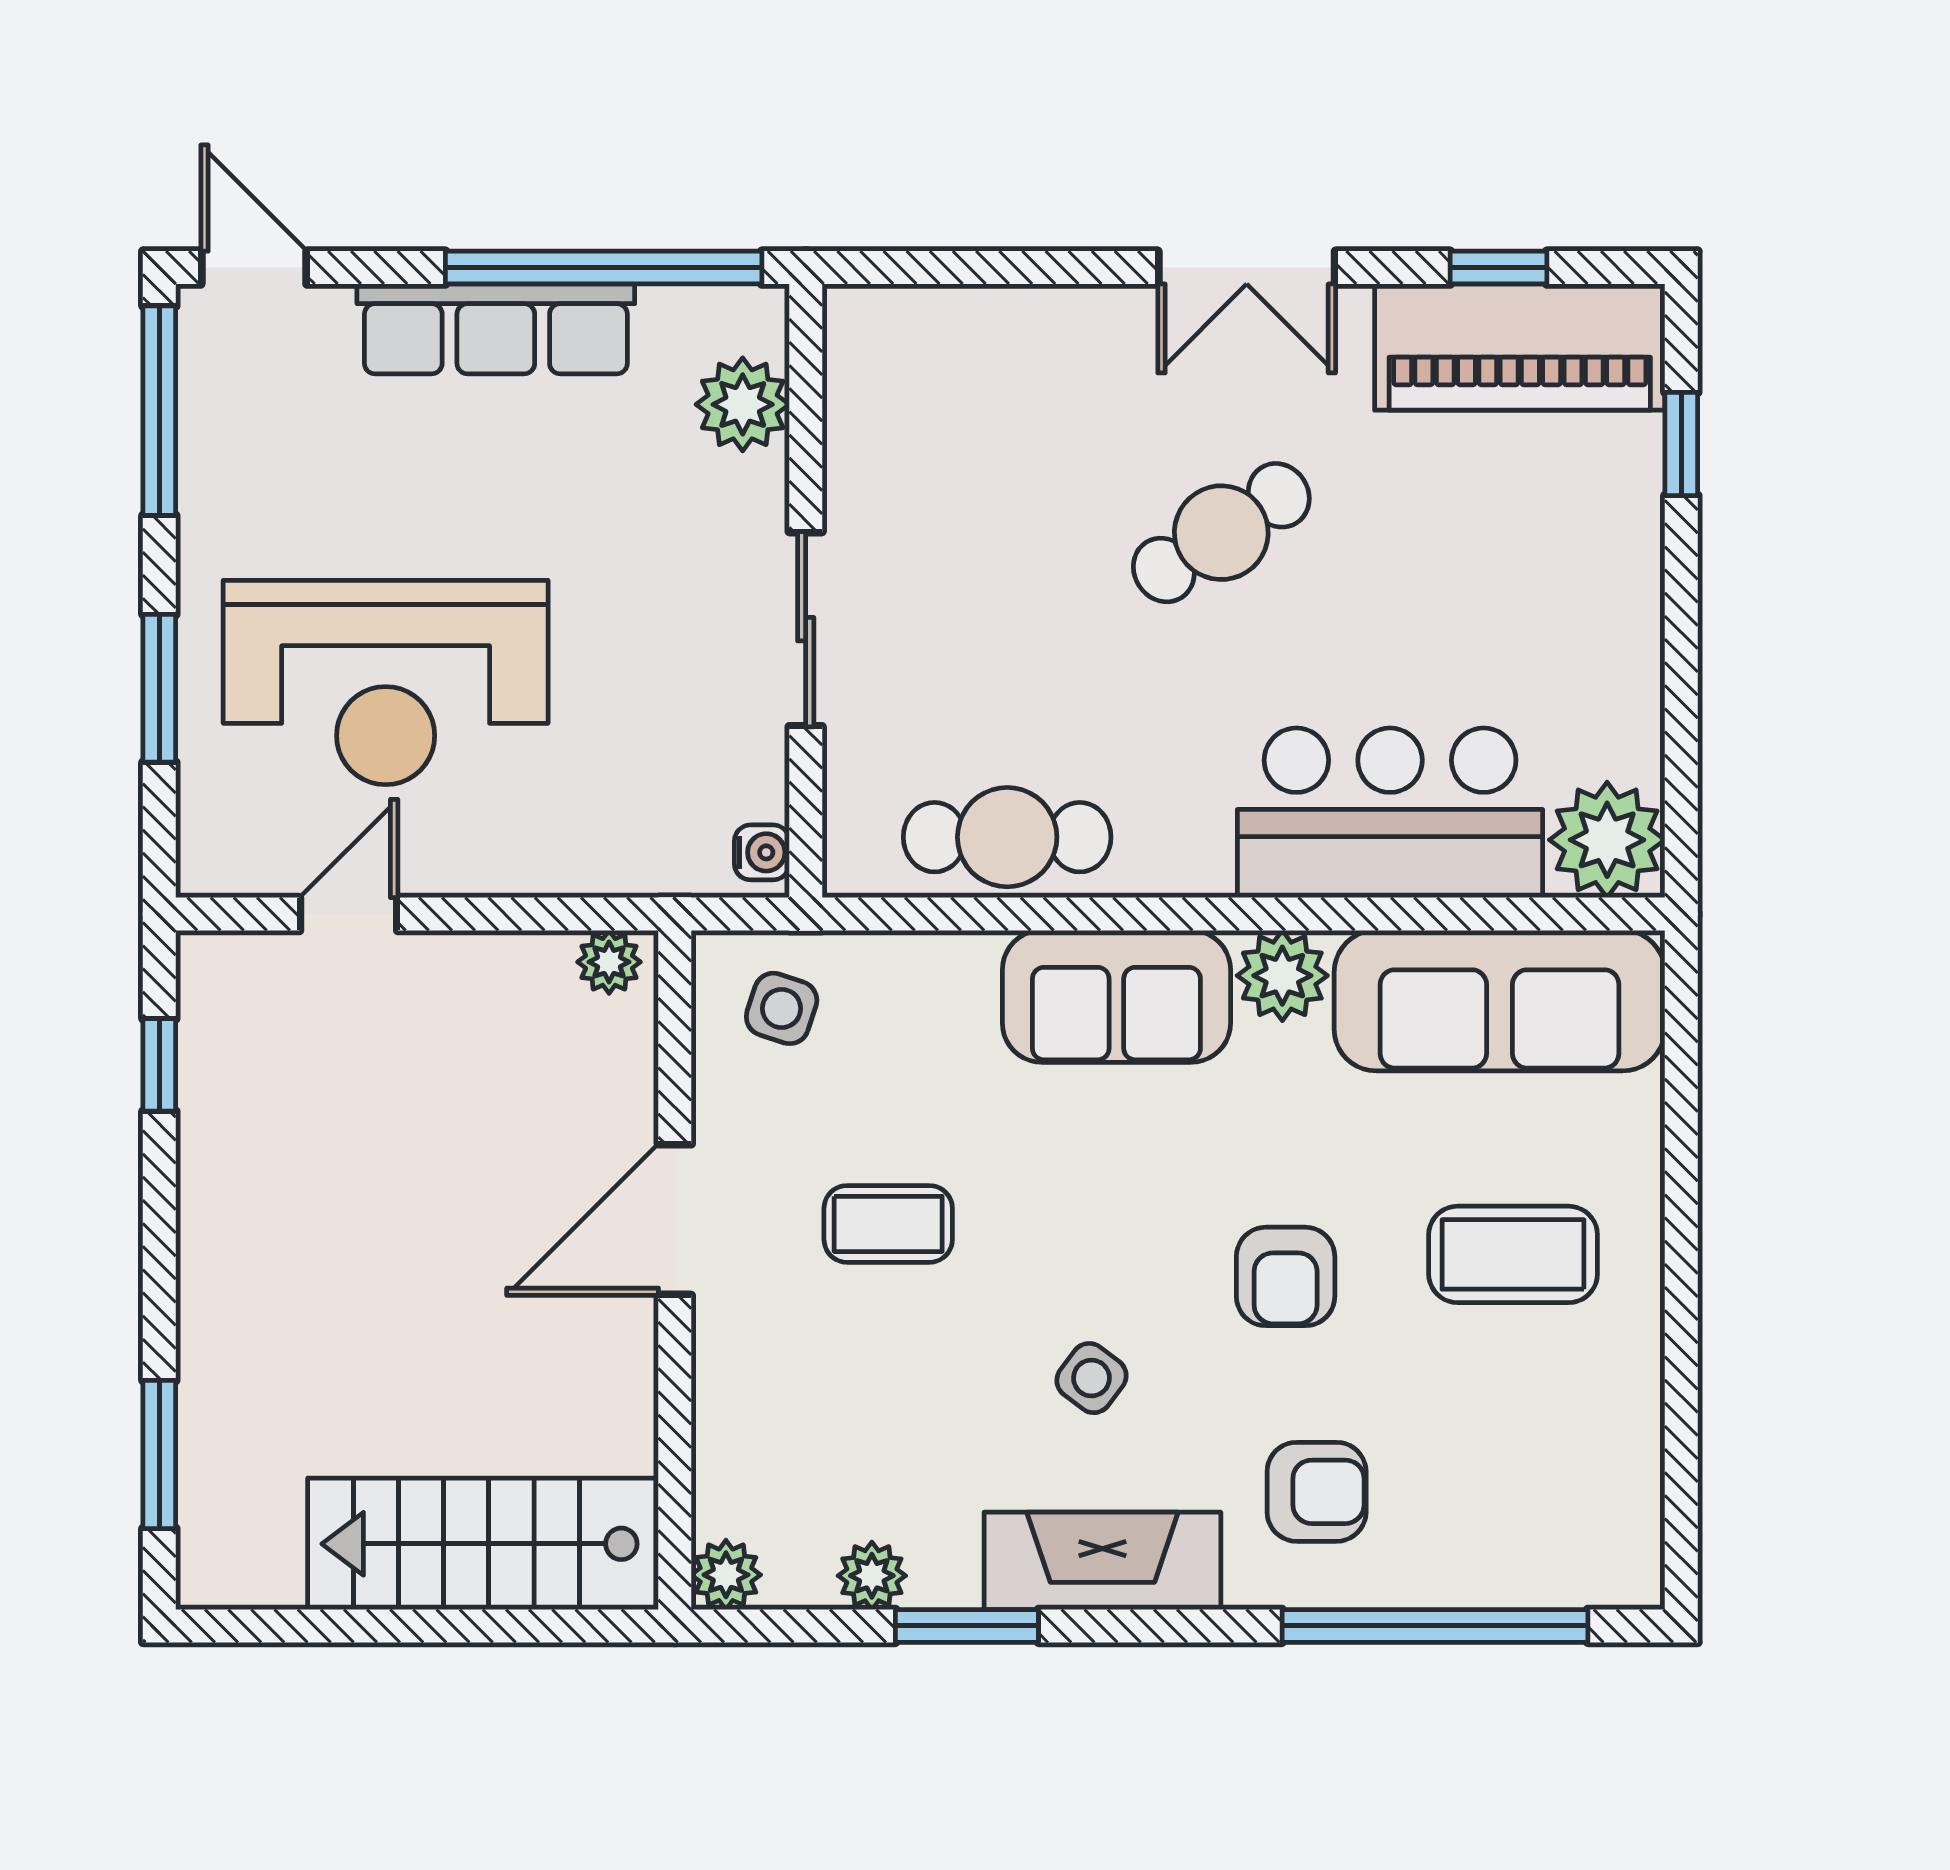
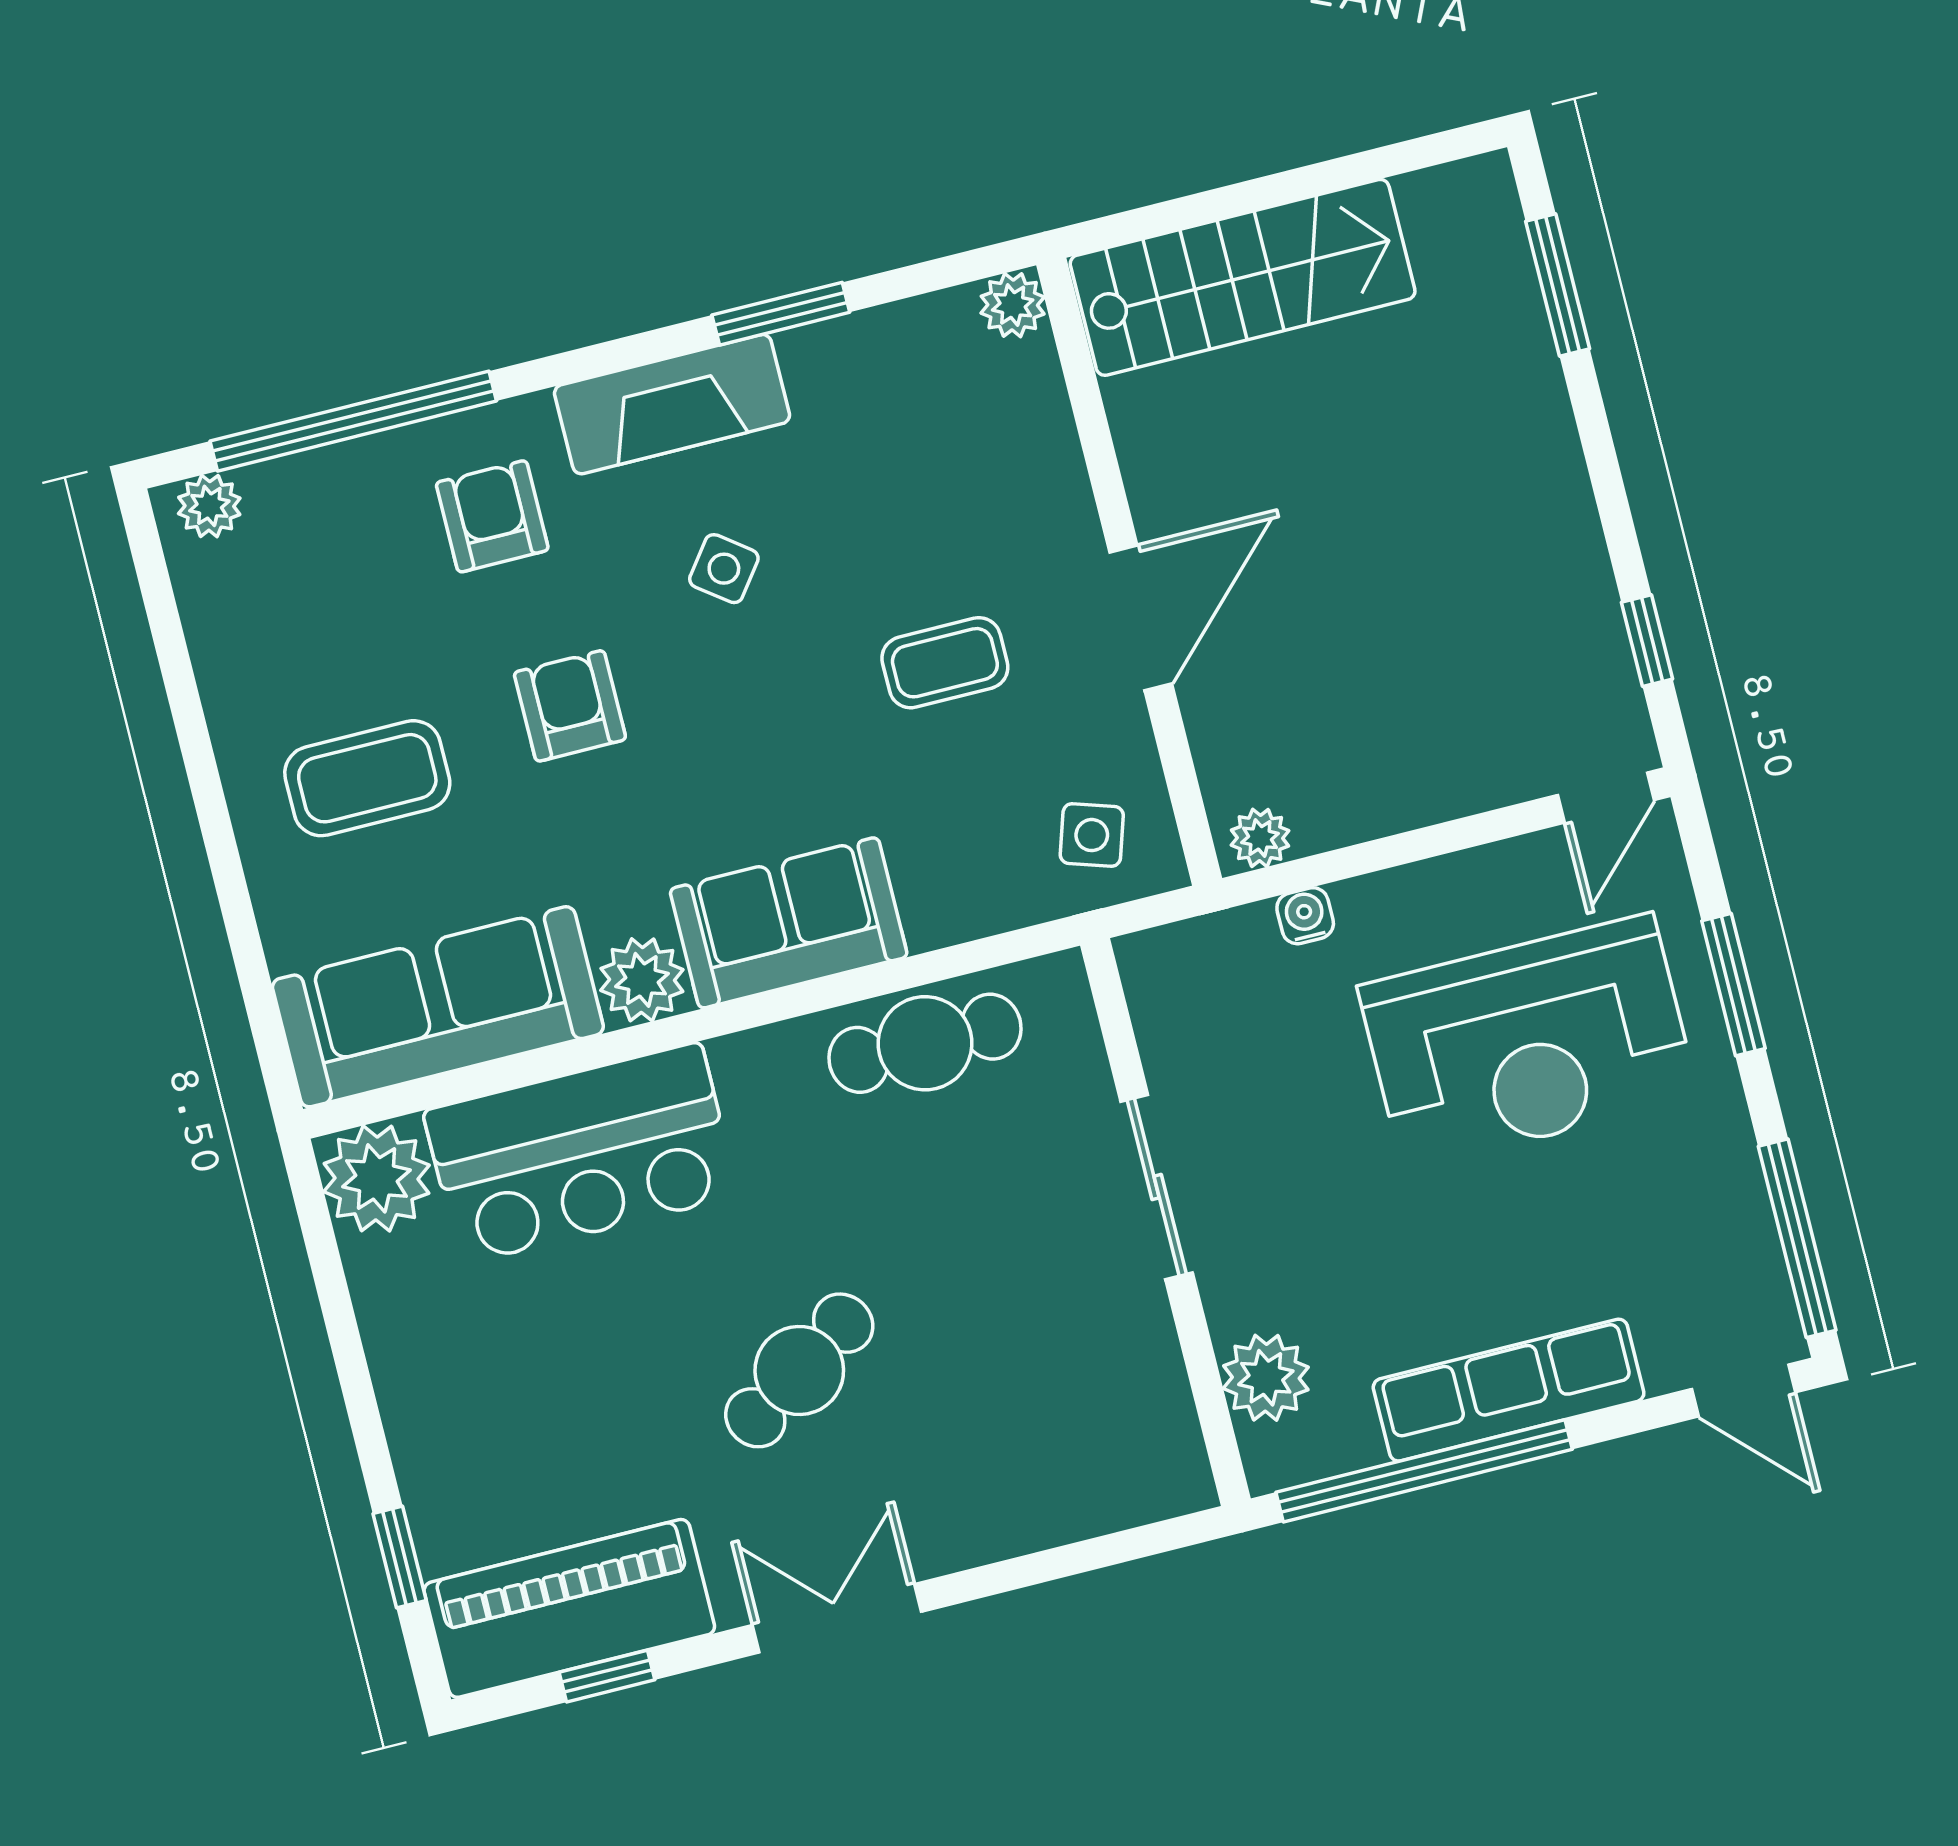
reception desk: (386, 683) -> (1528, 1042), turned 180
water cooler: (762, 852) -> (1305, 916), moved, turned 90
door: (349, 914) -> (1606, 798), moved
armchair: (1317, 1492) -> (492, 516), turned 90
plant: (872, 1576) -> (209, 506), moved

